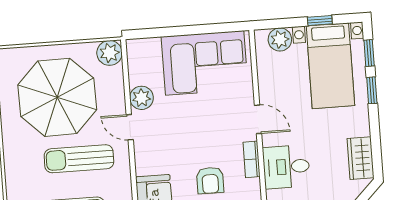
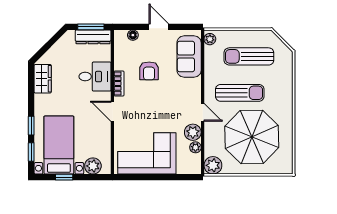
plant: (136, 77) -> (195, 147), added
armchair: (210, 180) -> (149, 71), turned 180

